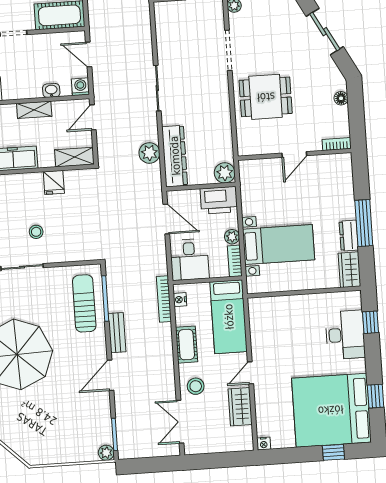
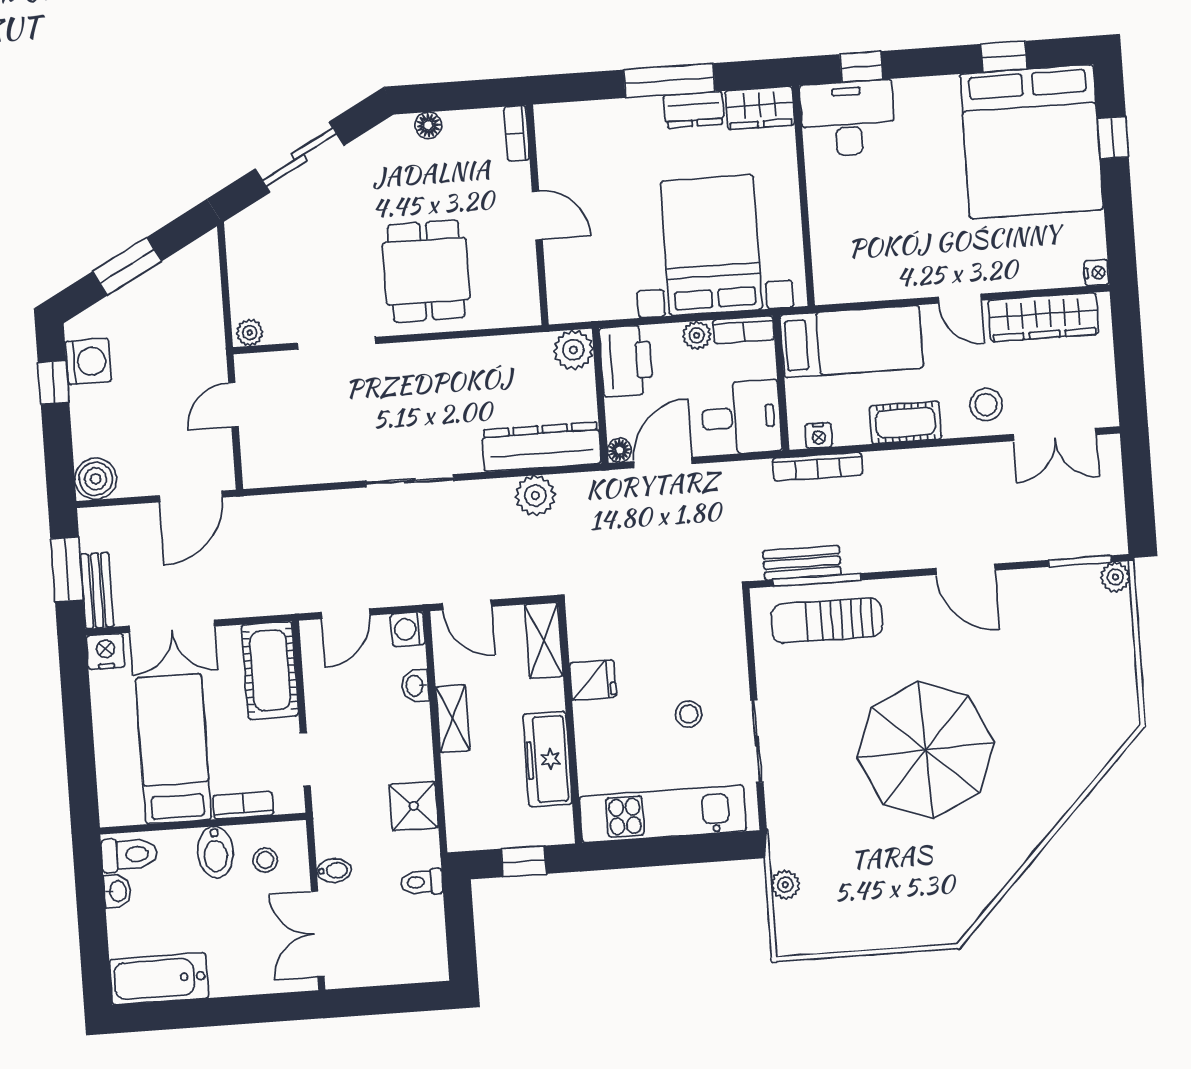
floor lamp: (173, 197) -> (620, 450), added
bed with nightstands: (279, 244) -> (711, 245), width x1.36
bench: (117, 333) -> (802, 563), moved
desk: (345, 335) -> (848, 118), moved
wardrobe: (240, 407) -> (1043, 317), width x1.50

